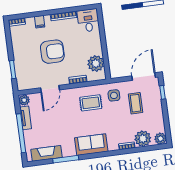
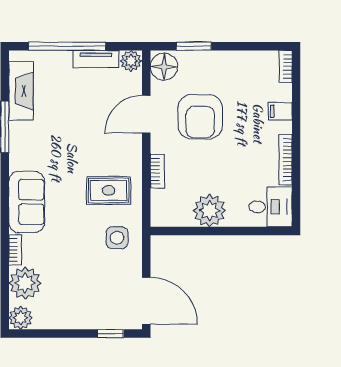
armchair: (52, 52) -> (200, 117), moved
plant: (96, 63) -> (209, 210), moved
floor lamp: (25, 83) -> (164, 67), added
door: (50, 89) -> (146, 114), hinge flipped
rug: (91, 103) -> (109, 190), turned 90
coffee table: (136, 103) -> (96, 278), removed
sofa: (91, 145) -> (27, 202), moved

